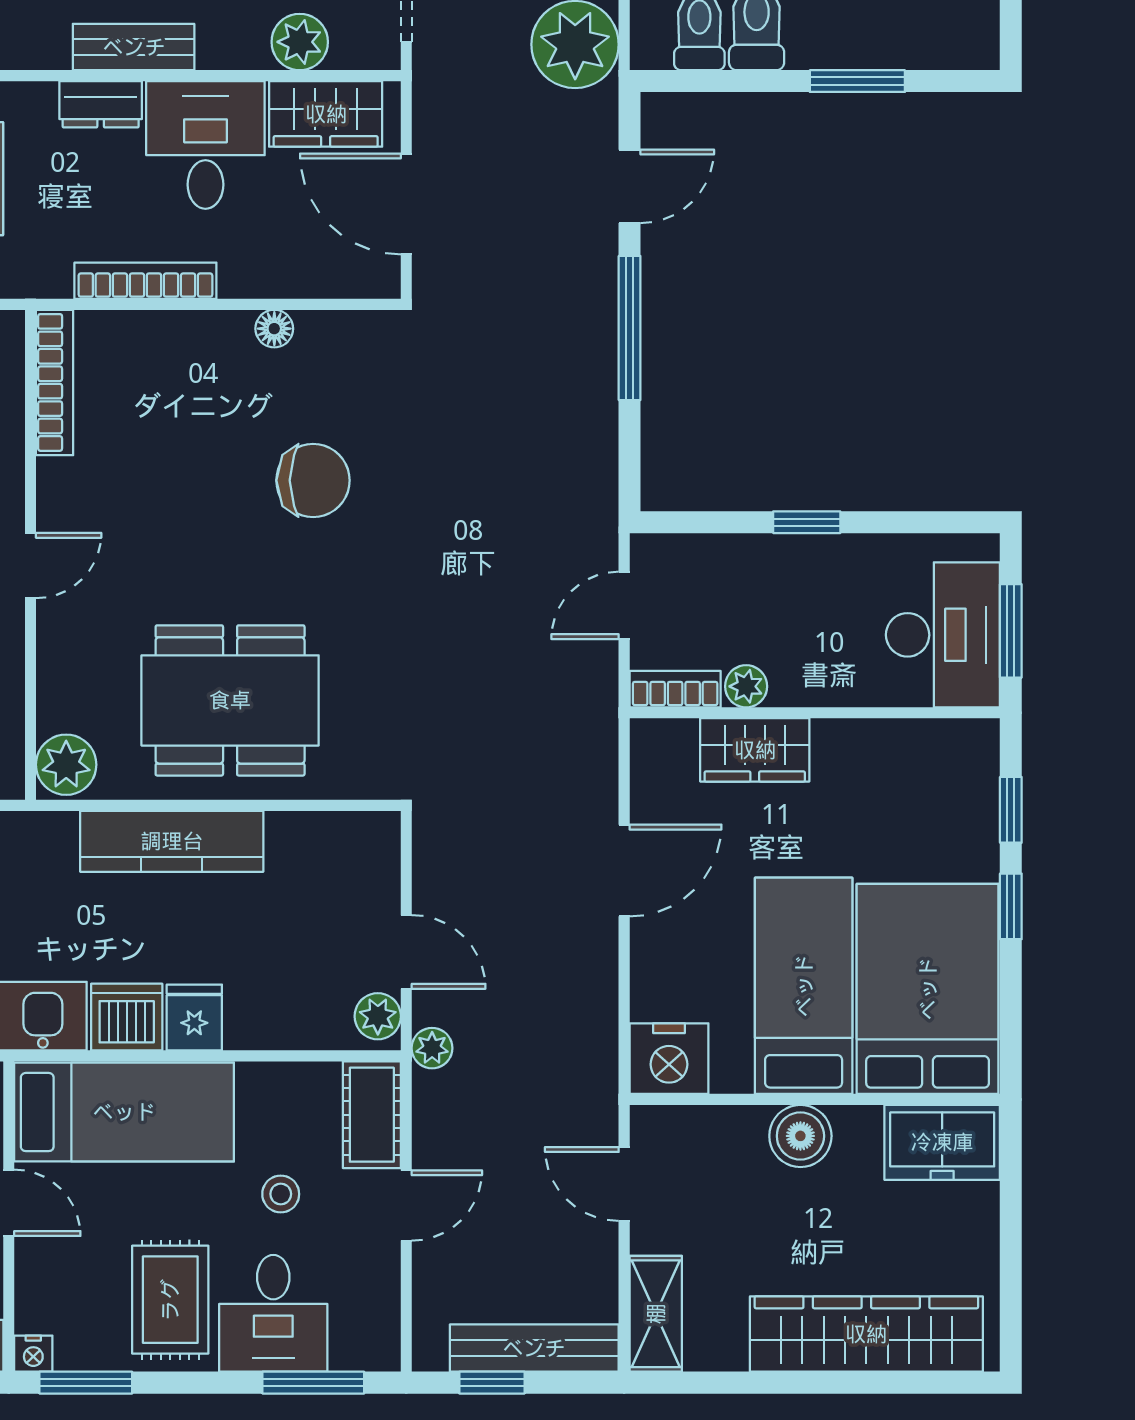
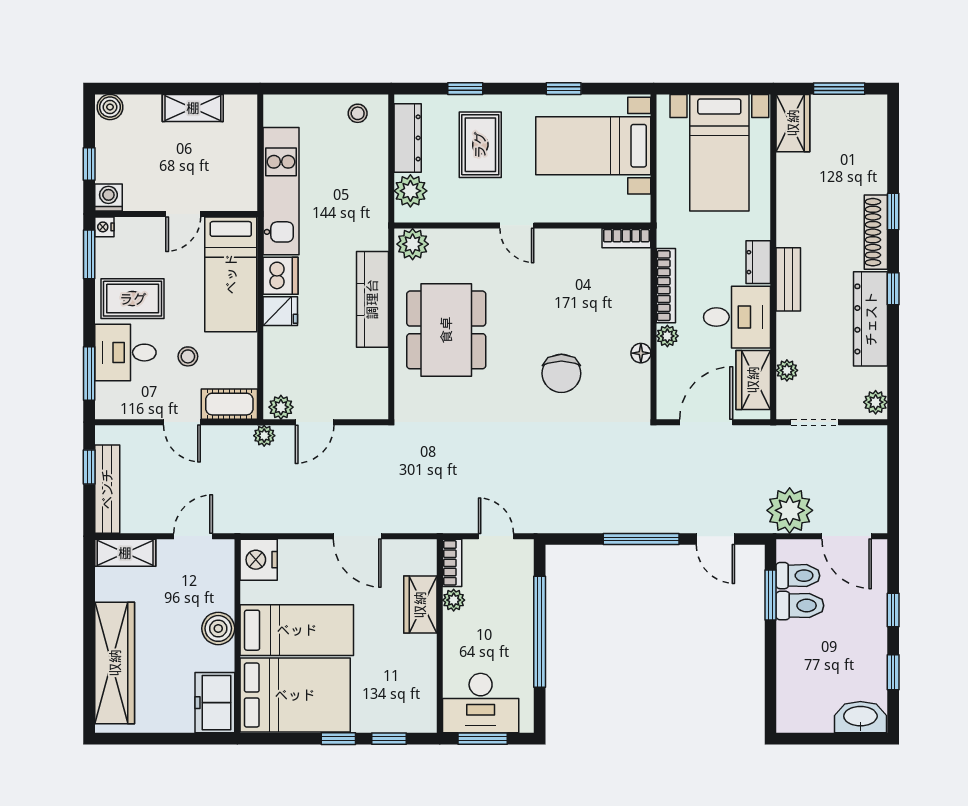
plant: (300, 42) -> (787, 370), width x0.73, depth x0.73
window: (857, 81) -> (770, 595), moved
plant: (242, 278) -> (667, 336), added
bookcase: (55, 382) -> (626, 238), width x0.64
window: (807, 522) -> (540, 632), width x3.17

